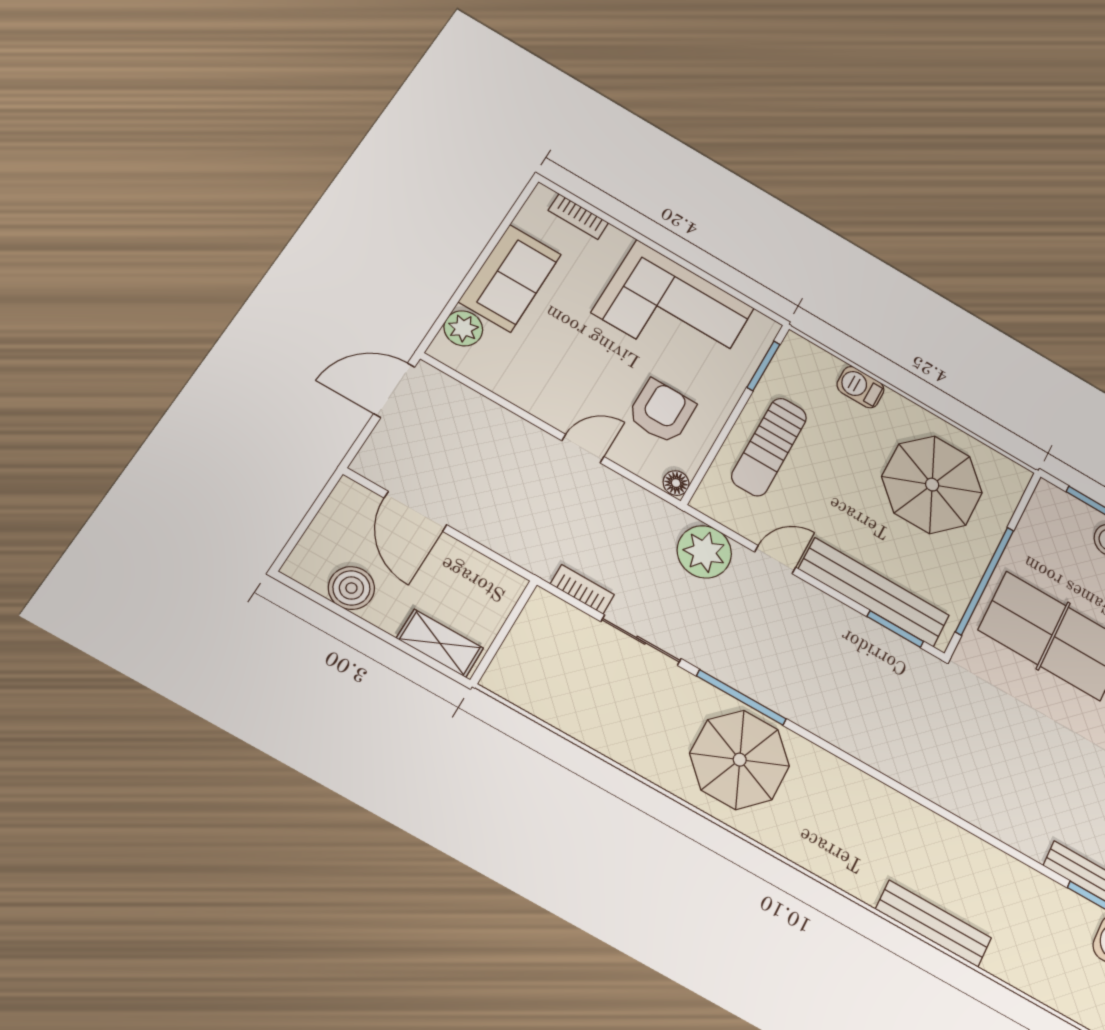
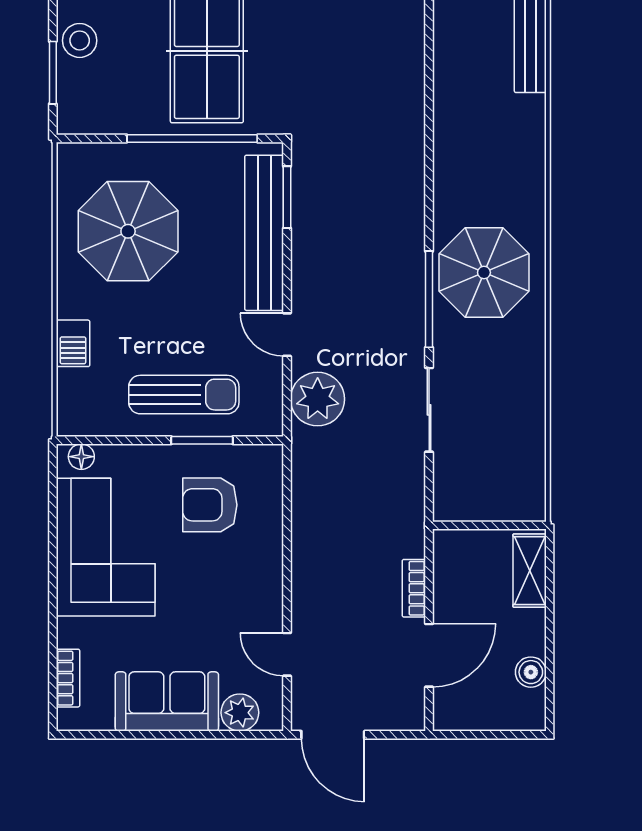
window: (763, 366) -> (202, 440), moved
door: (583, 449) -> (287, 654), moved
floor lamp: (676, 483) -> (81, 457), moved
boiler: (351, 588) -> (531, 672), width x0.73, depth x0.73
bookcase: (582, 589) -> (414, 588), moved

